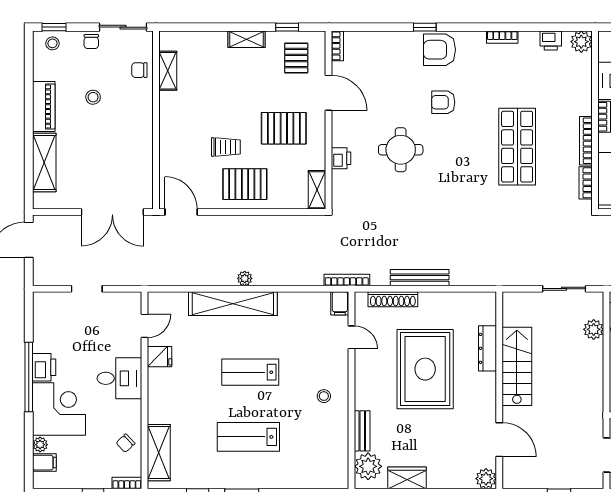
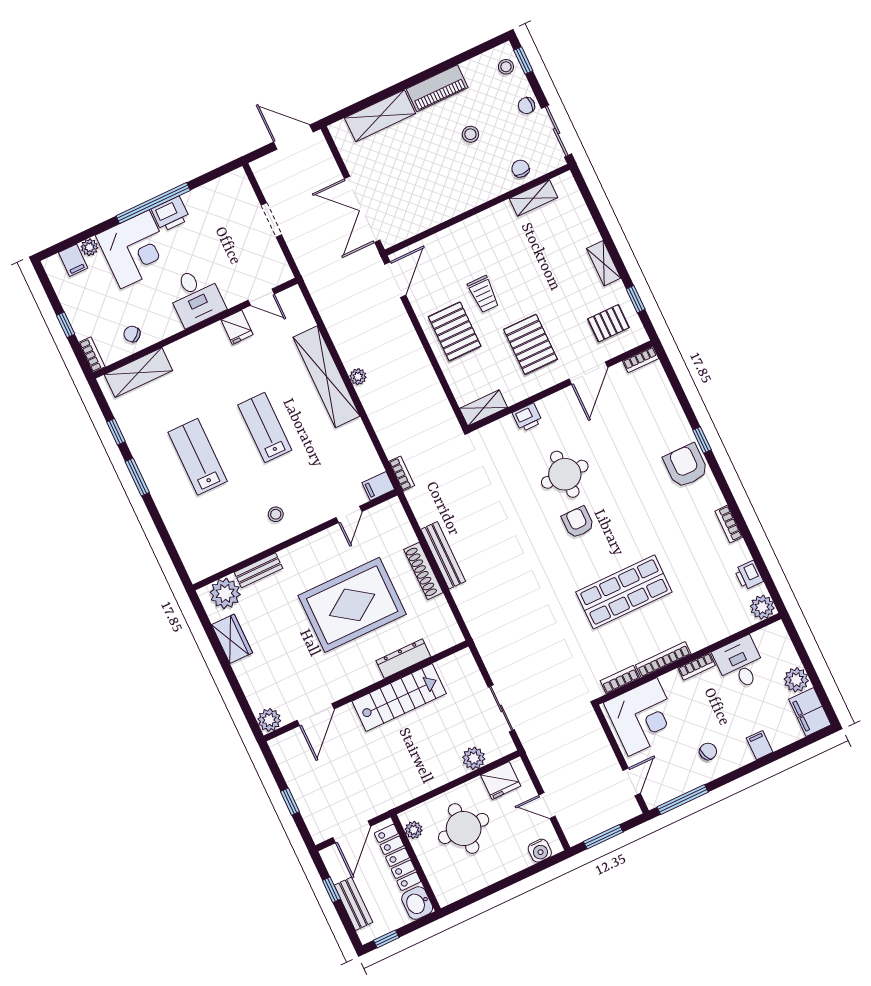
armchair: (443, 102) -> (578, 522), moved
bookcase: (347, 280) -> (402, 473), width x0.64
shoe rack: (393, 299) -> (423, 571), moved

